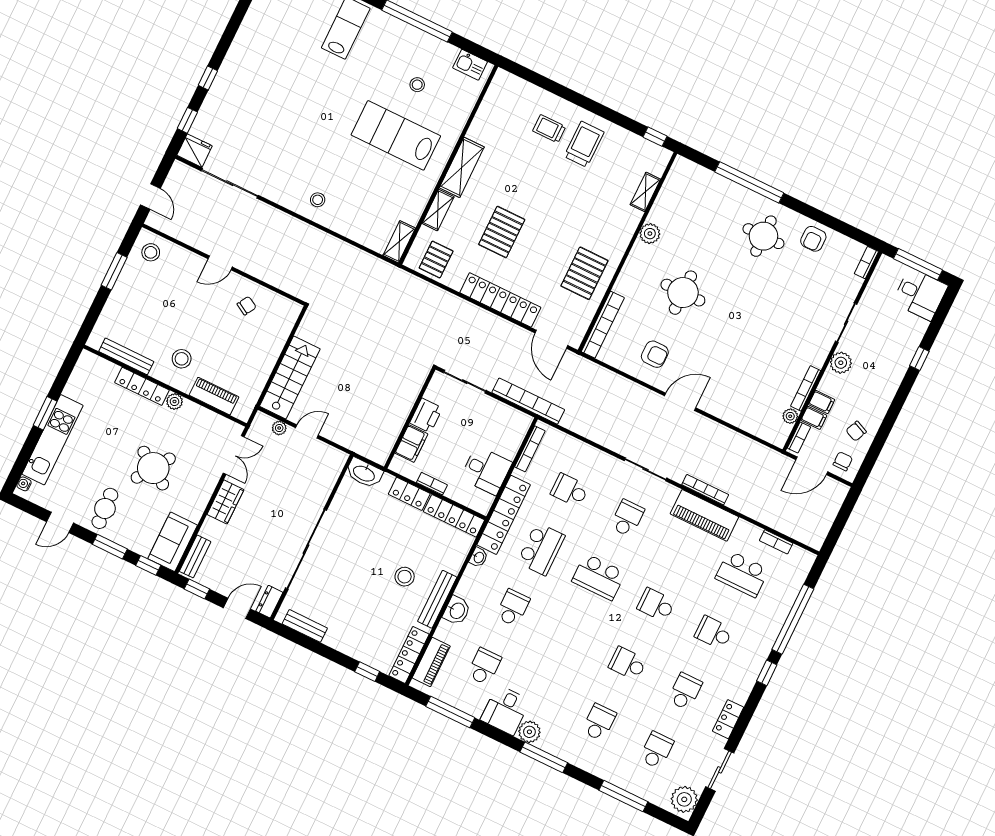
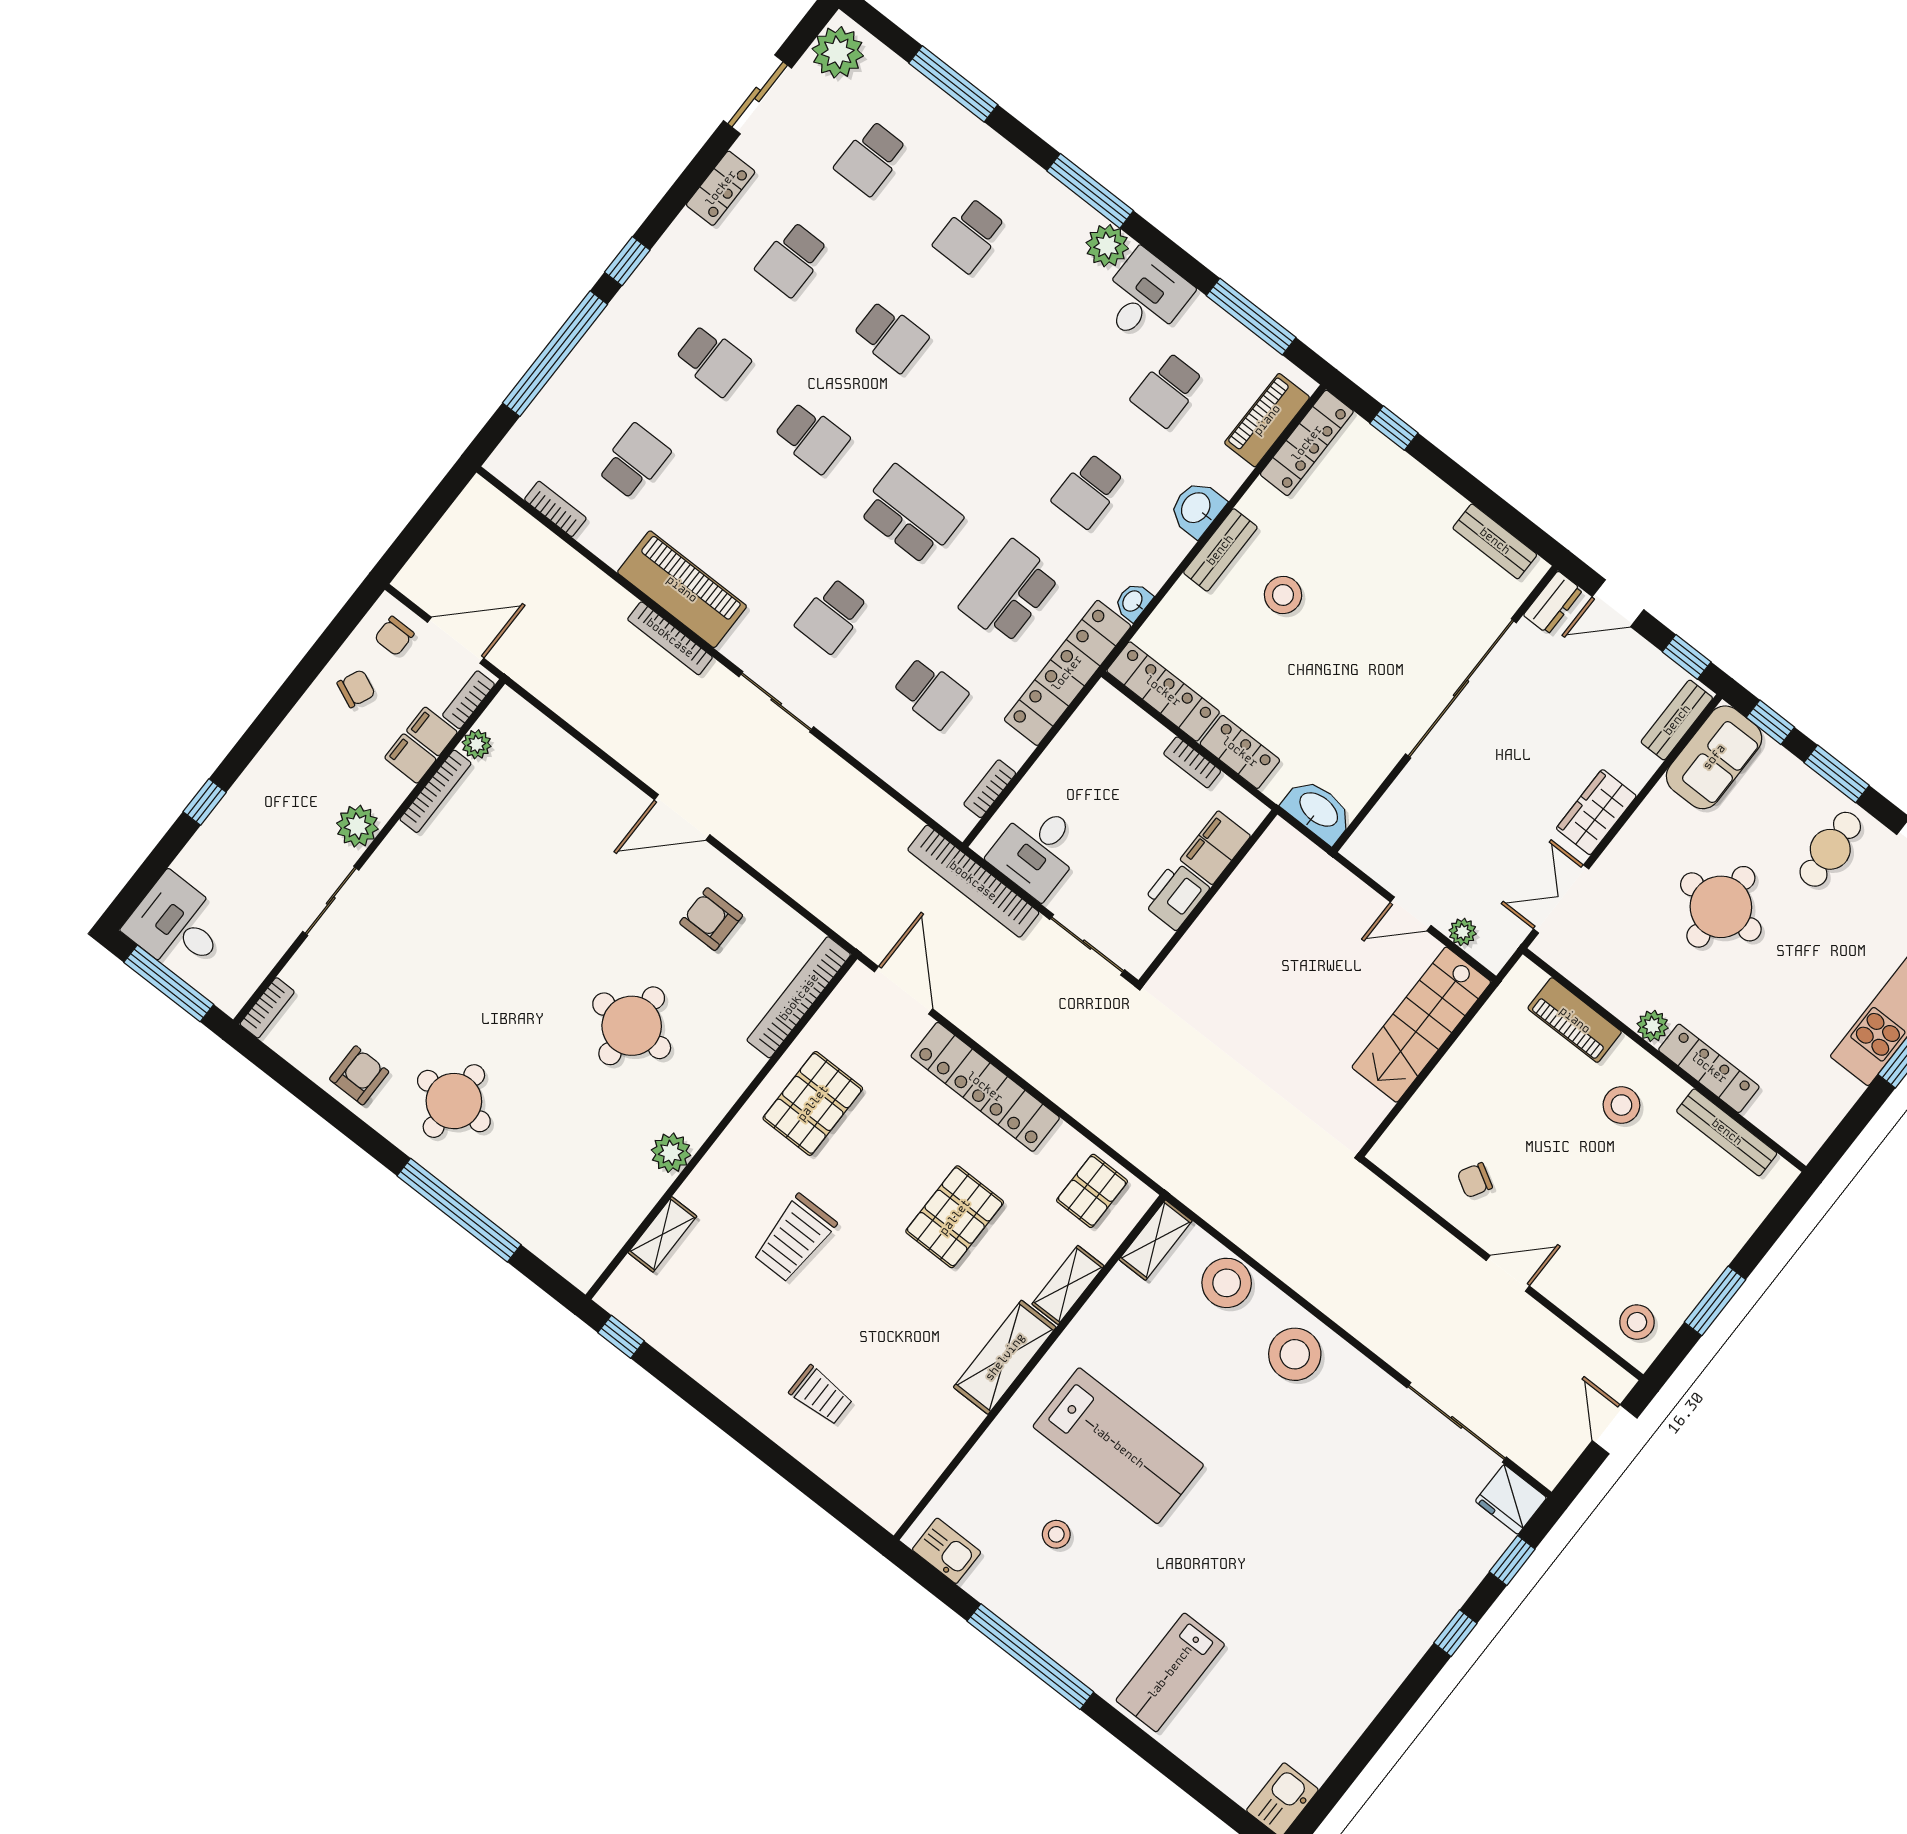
trolley: (584, 144) -> (794, 1238), moved
stool: (318, 200) -> (1295, 1354), width x1.89, depth x1.89
stool: (359, 228) -> (1227, 1283), added
bookcase: (530, 449) -> (990, 789), width x0.64
round table: (153, 468) -> (1721, 907), turned -34
desk: (486, 470) -> (1037, 850), moved, turned -90
school desk: (742, 574) -> (634, 461), width x0.54
bench: (437, 599) -> (1220, 550), width x0.73

